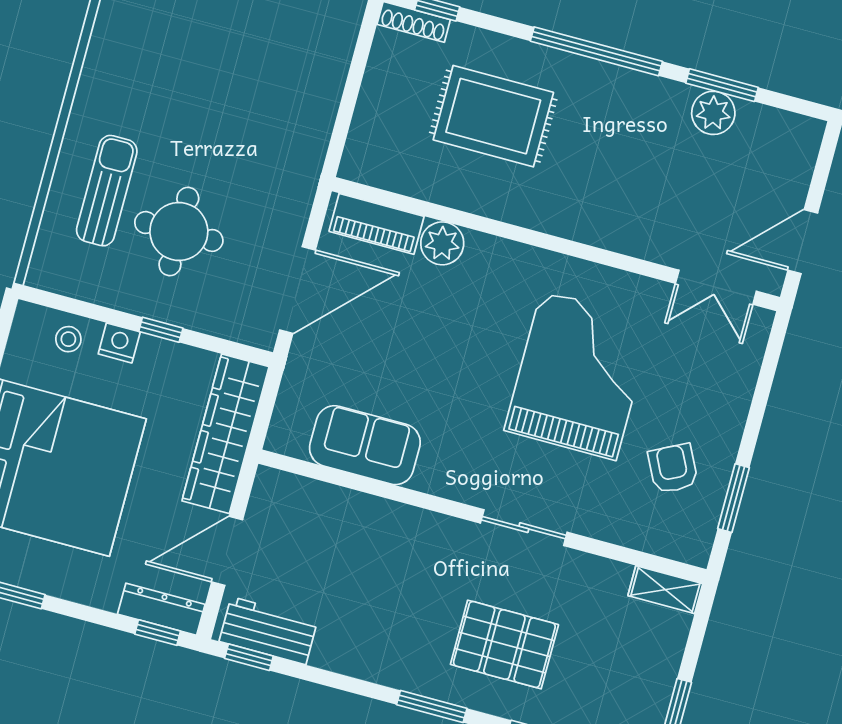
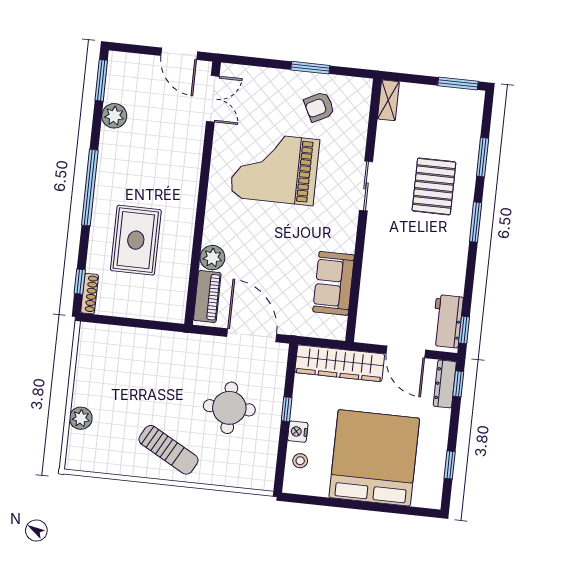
window: (722, 85) -> (101, 80), moved
sun lounger: (107, 191) -> (169, 450), moved, turned -151
window: (733, 498) -> (310, 68), moved

